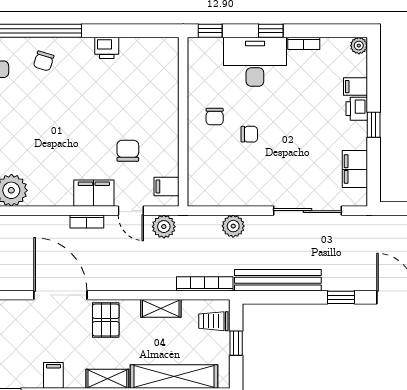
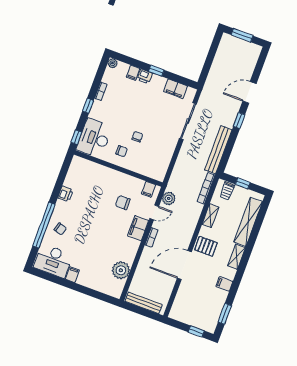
desk: (255, 62) -> (94, 138), moved
plant: (233, 226) -> (182, 163), removed

